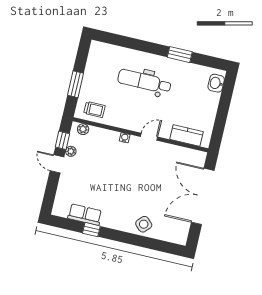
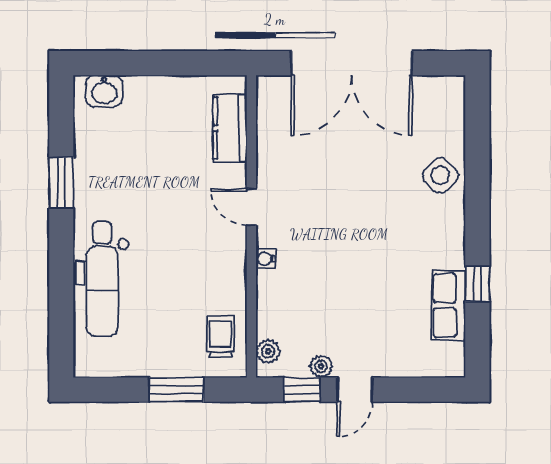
dental chair: (144, 81) -> (102, 279), moved

